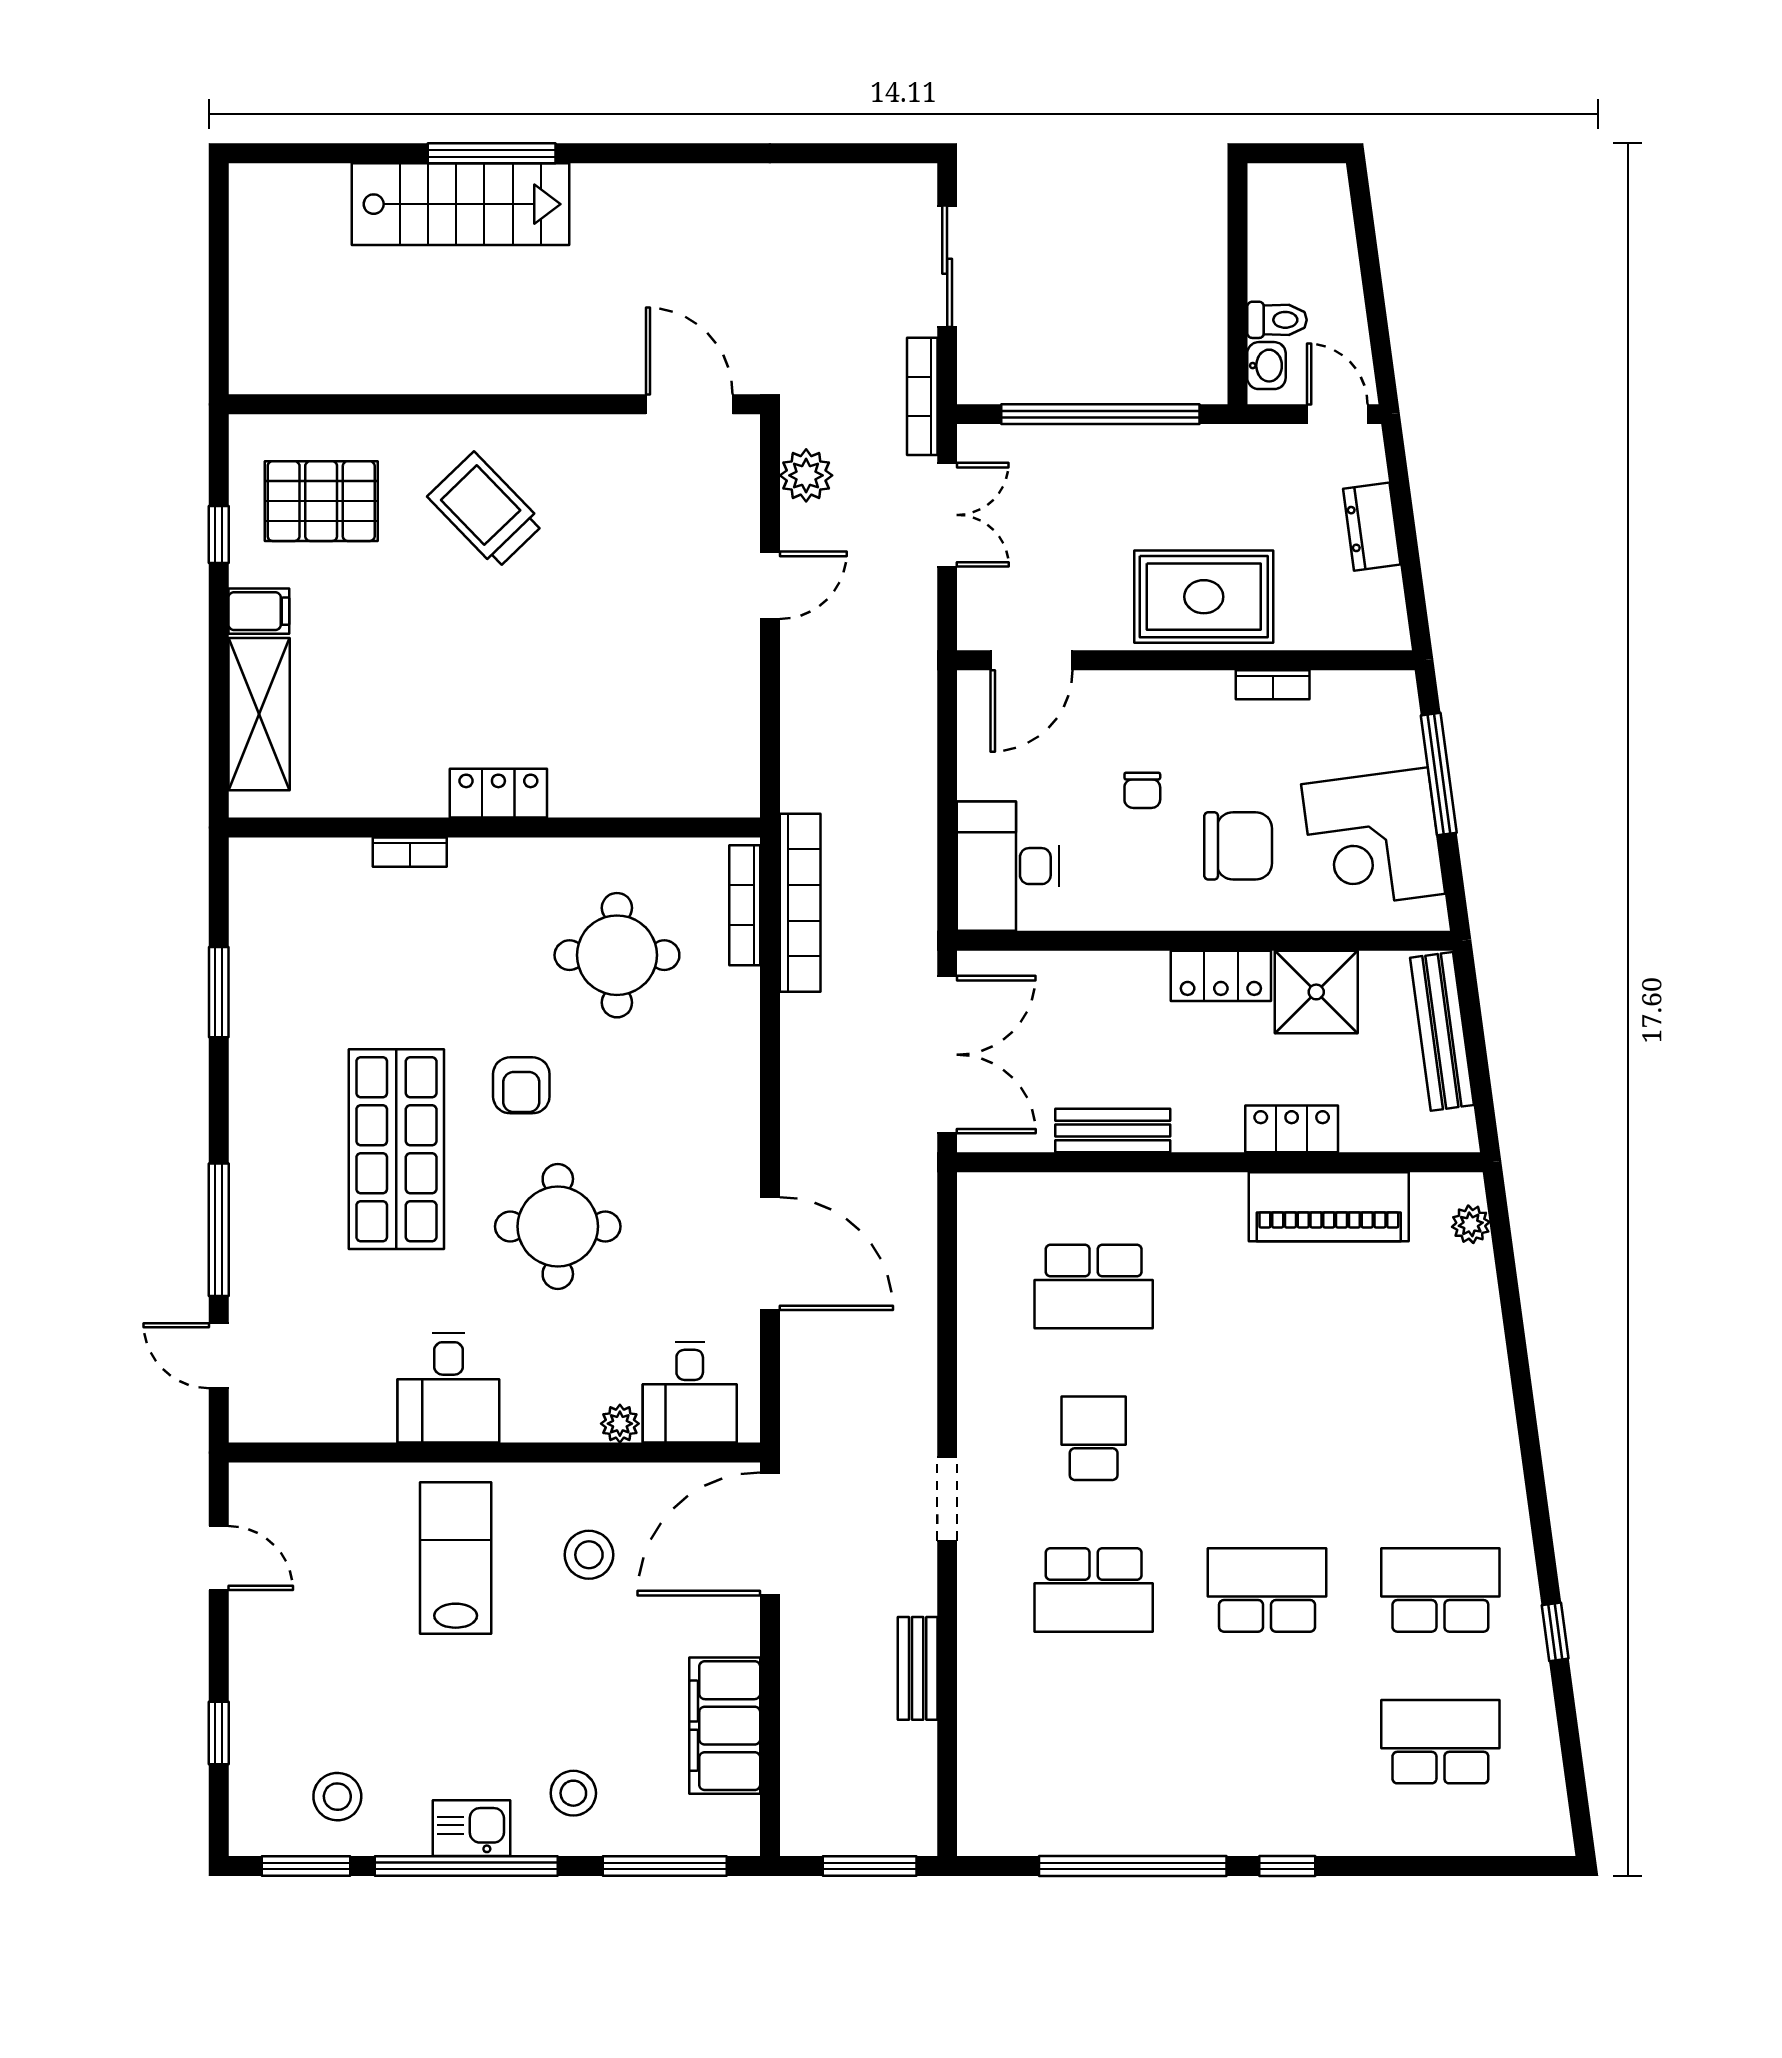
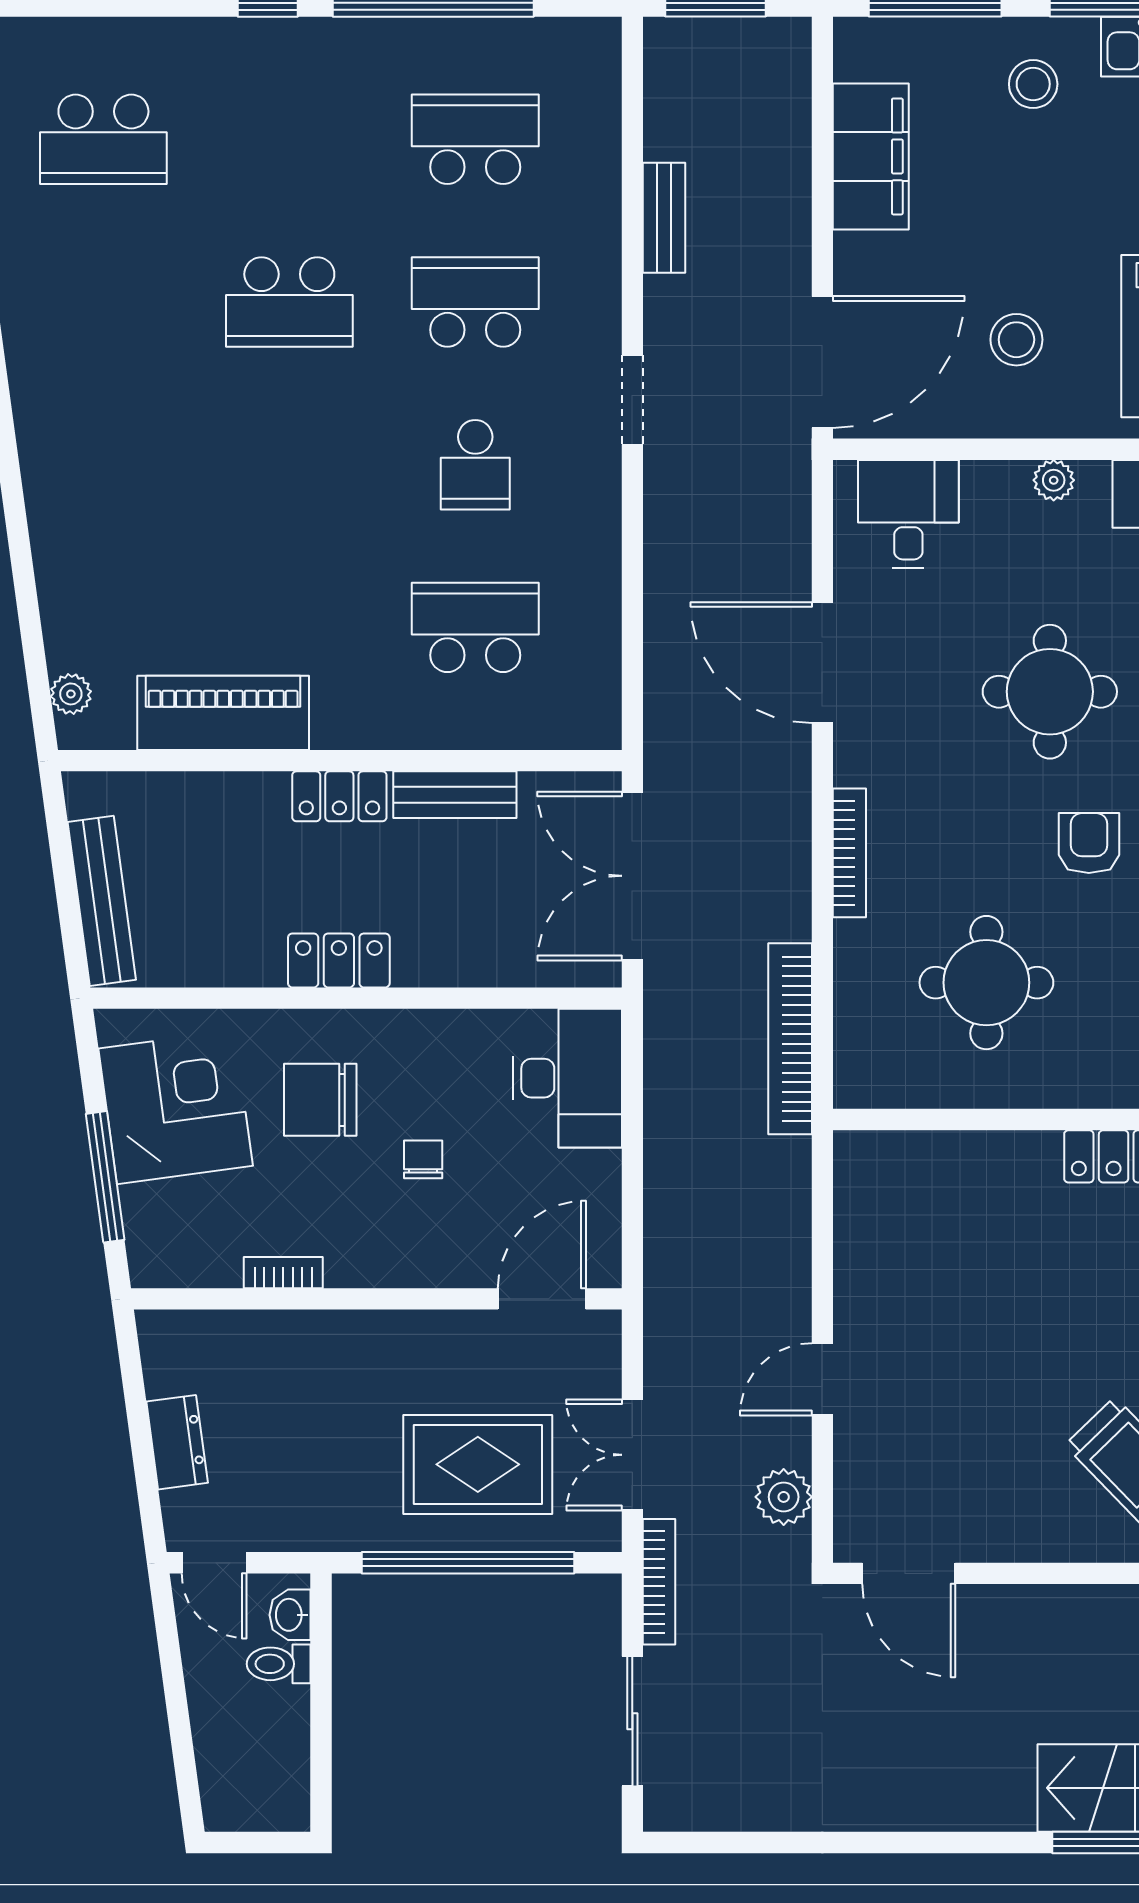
rug: (1204, 597) -> (478, 1464), moved
bookcase: (745, 905) -> (849, 853), moved
shower: (1316, 992) -> (237, 943), removed
locker: (1292, 1129) -> (339, 796), moved
plant: (620, 1424) -> (1054, 480), moved
school desk: (1440, 1590) -> (475, 139), moved, turned 180

